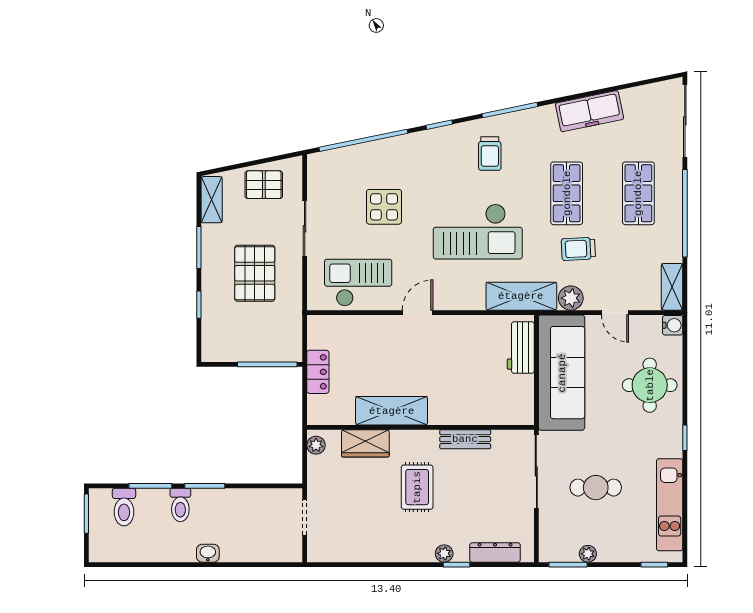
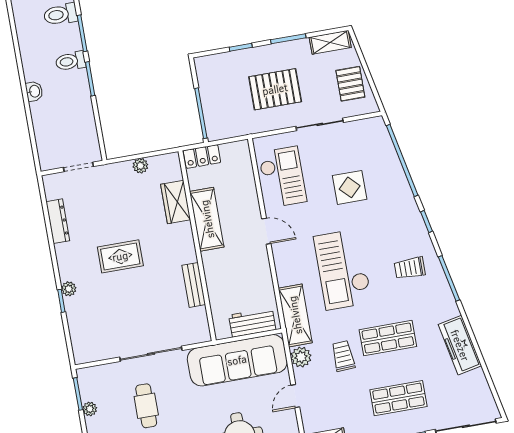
shelving: (392, 411) -> (207, 219), moved
wall: (420, 427) -> (197, 246), moved
bench: (465, 439) -> (194, 285), moved
wardrobe: (365, 443) -> (176, 202), moved
dresser: (495, 552) -> (58, 221), moved

